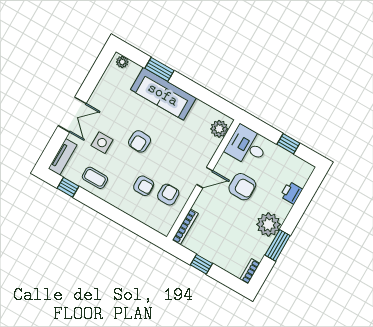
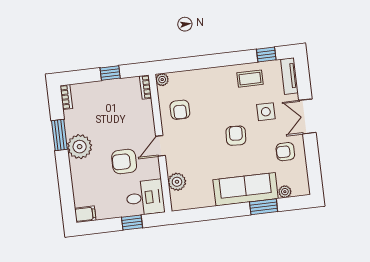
plant: (122, 62) -> (285, 192), moved
plant: (219, 129) -> (177, 182), moved
window: (288, 144) -> (132, 222), moved
filing cabinet: (304, 168) -> (85, 214), added
armchair: (144, 186) -> (285, 152), moved
printer: (291, 193) -> (80, 186), removed
bookcase: (185, 227) -> (146, 87), width x0.64
plant: (164, 229) -> (162, 80), added

